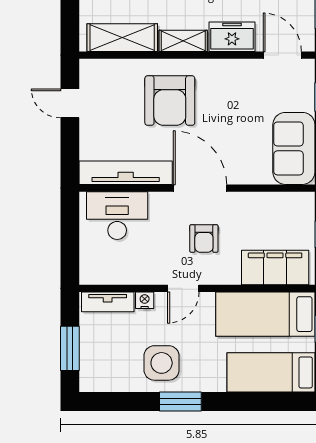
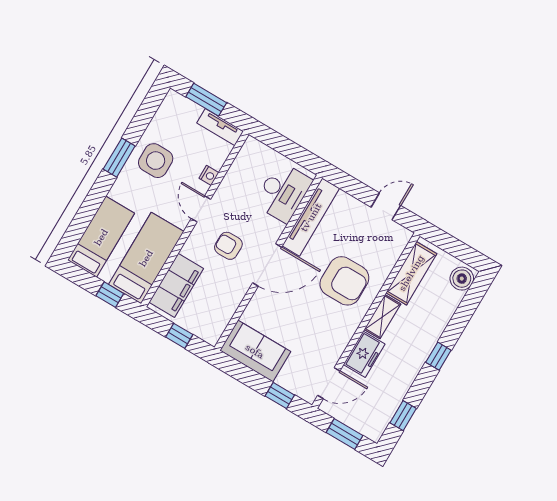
armchair: (170, 101) -> (344, 281), turned 180
tv unit: (108, 302) -> (220, 127), moved, turned -90

